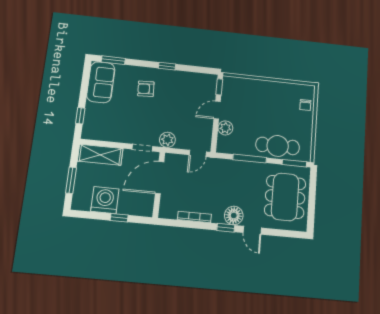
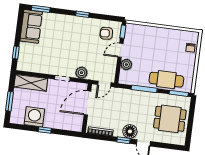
armchair: (146, 89) -> (106, 33), moved
door: (160, 178) -> (87, 103), moved
wall: (159, 185) -> (87, 108), moved
dining table: (285, 197) -> (170, 119), width x0.73

